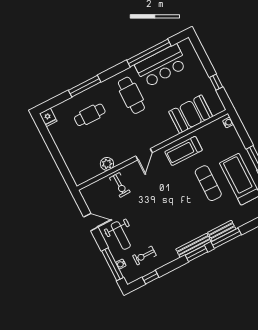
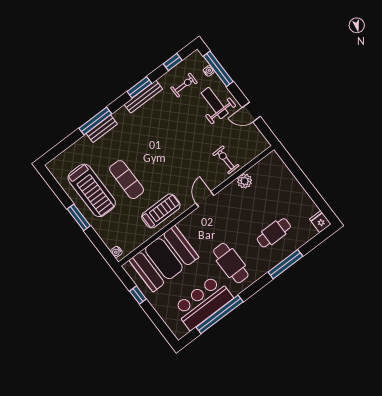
booth: (191, 114) -> (164, 259), width x1.36, depth x1.42
bench: (194, 245) -> (143, 97), moved
window: (197, 254) -> (139, 87), moved

